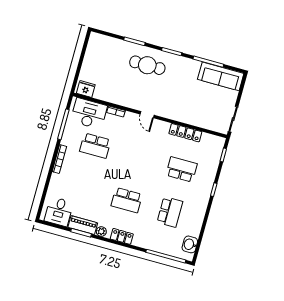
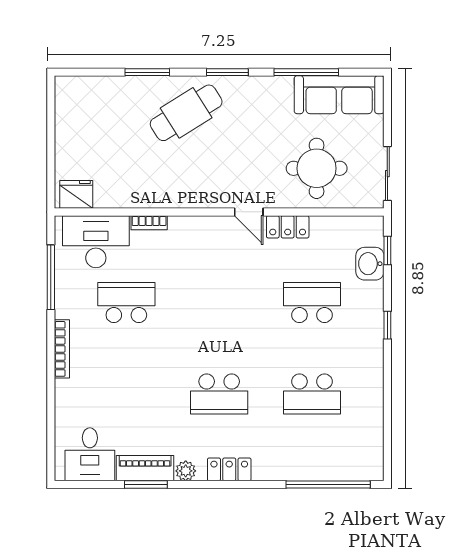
cafe table: (147, 65) -> (186, 113), turned -32
round table: (201, 108) -> (317, 168), added
door: (147, 115) -> (249, 212), moved
locker: (185, 133) -> (288, 227), width x0.66
school desk: (95, 146) -> (126, 303), turned 180
school desk: (170, 212) -> (312, 394), turned 90
washbasin: (190, 244) -> (370, 264), moved

